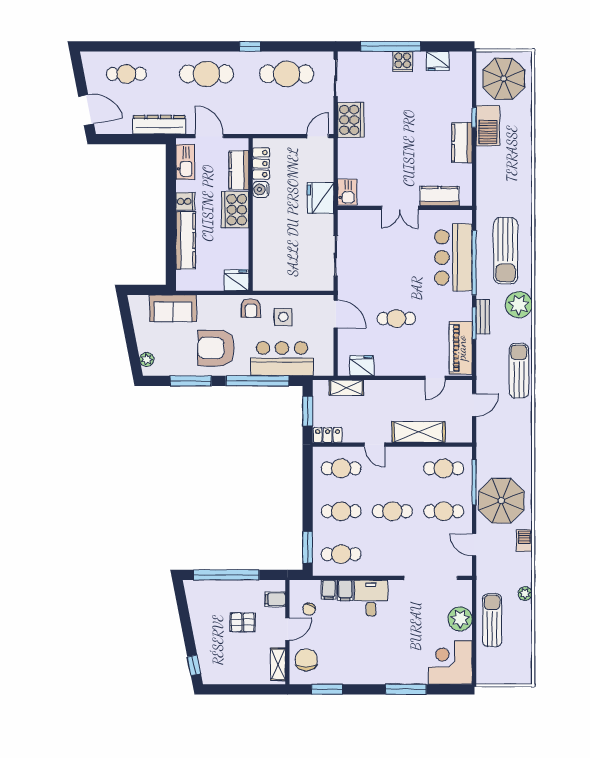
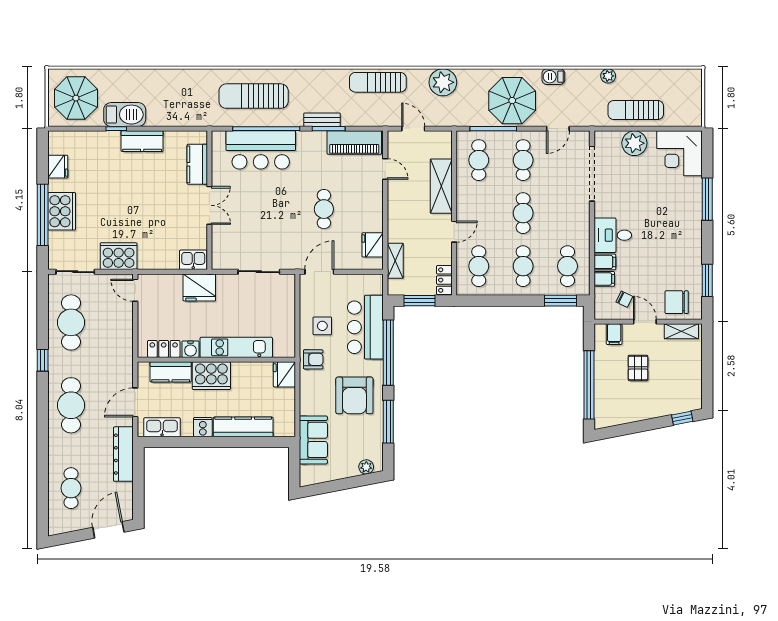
cooker: (403, 62) -> (62, 211), width x1.87, depth x1.31
kitchen unit: (263, 234) -> (236, 347), added
sun lounger: (506, 251) -> (254, 96), turned 180
plant: (519, 305) -> (443, 82), moved

